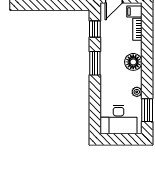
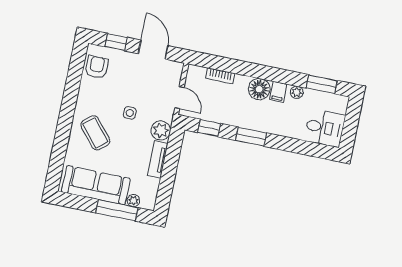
filing cabinet: (134, 12) -> (278, 92), moved
desk: (119, 119) -> (325, 128), width x0.73

